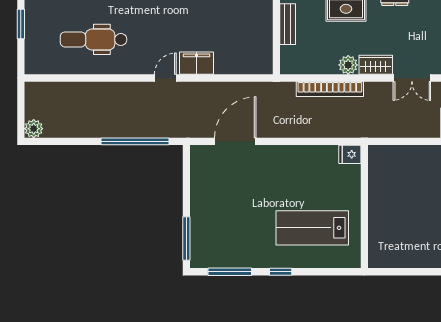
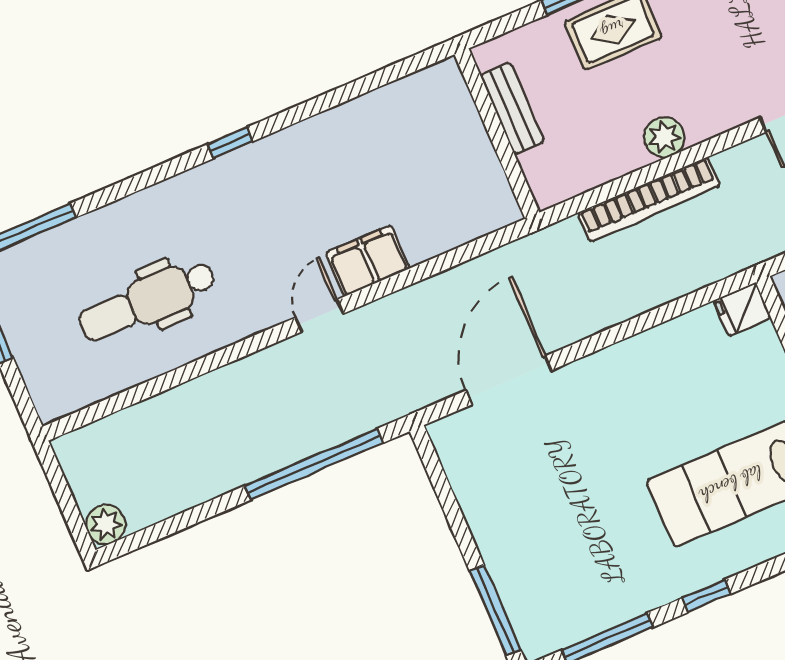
wardrobe: (376, 65) -> (718, 114), removed

